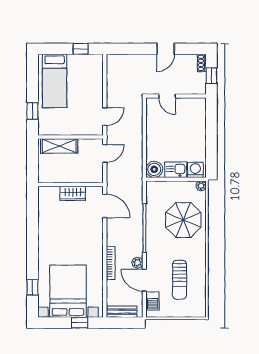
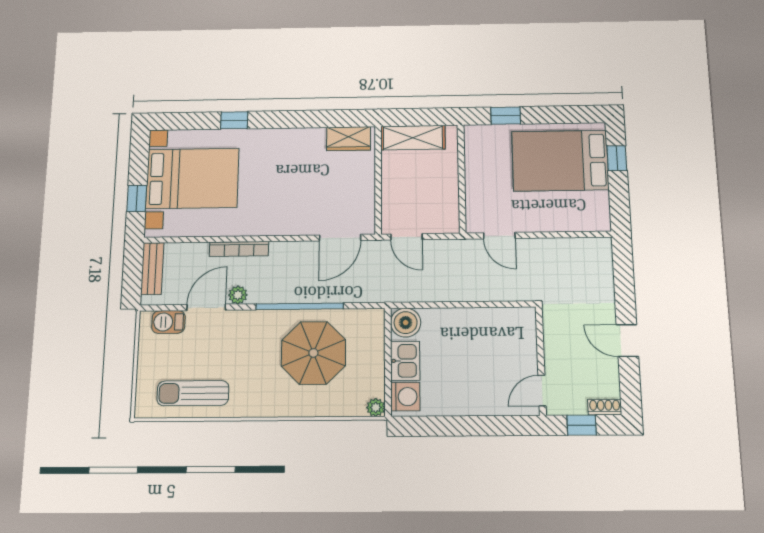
window: (81, 49) -> (617, 158), moved
bed: (55, 81) -> (560, 161), width x1.50
door: (167, 96) -> (542, 391), moved
shelving: (59, 146) -> (413, 138), moved, turned 90
door: (105, 153) -> (406, 237), moved
wardrobe: (73, 193) -> (349, 139), moved, turned -90
parasol: (183, 220) -> (313, 353), moved
sun lounger: (180, 280) -> (193, 393), moved
window: (33, 287) -> (234, 120), moved

